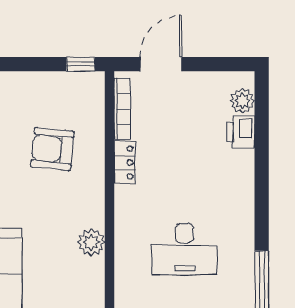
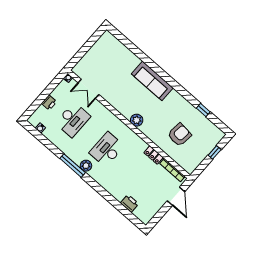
window: (81, 64) -> (215, 152), moved
plant: (242, 101) -> (86, 166), moved

